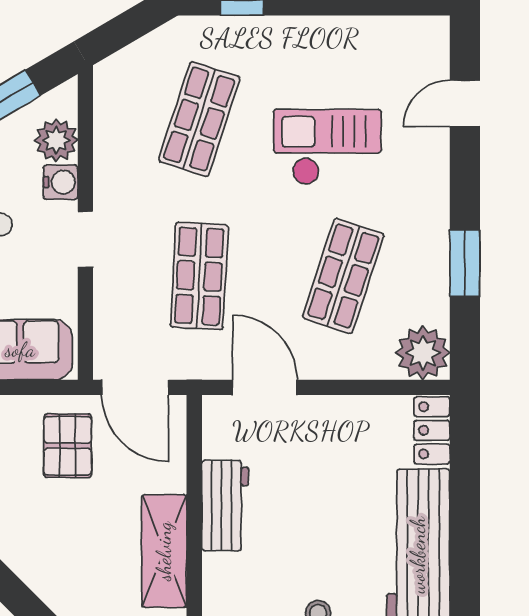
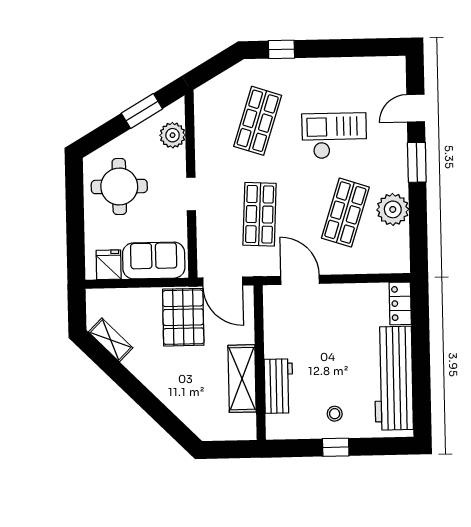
water cooler: (61, 182) -> (176, 160), removed
window: (465, 263) -> (417, 162), moved
plant: (423, 353) -> (393, 209), moved
pallet: (68, 446) -> (183, 317), width x1.50, depth x1.42
workbench: (225, 505) -> (279, 386), moved

